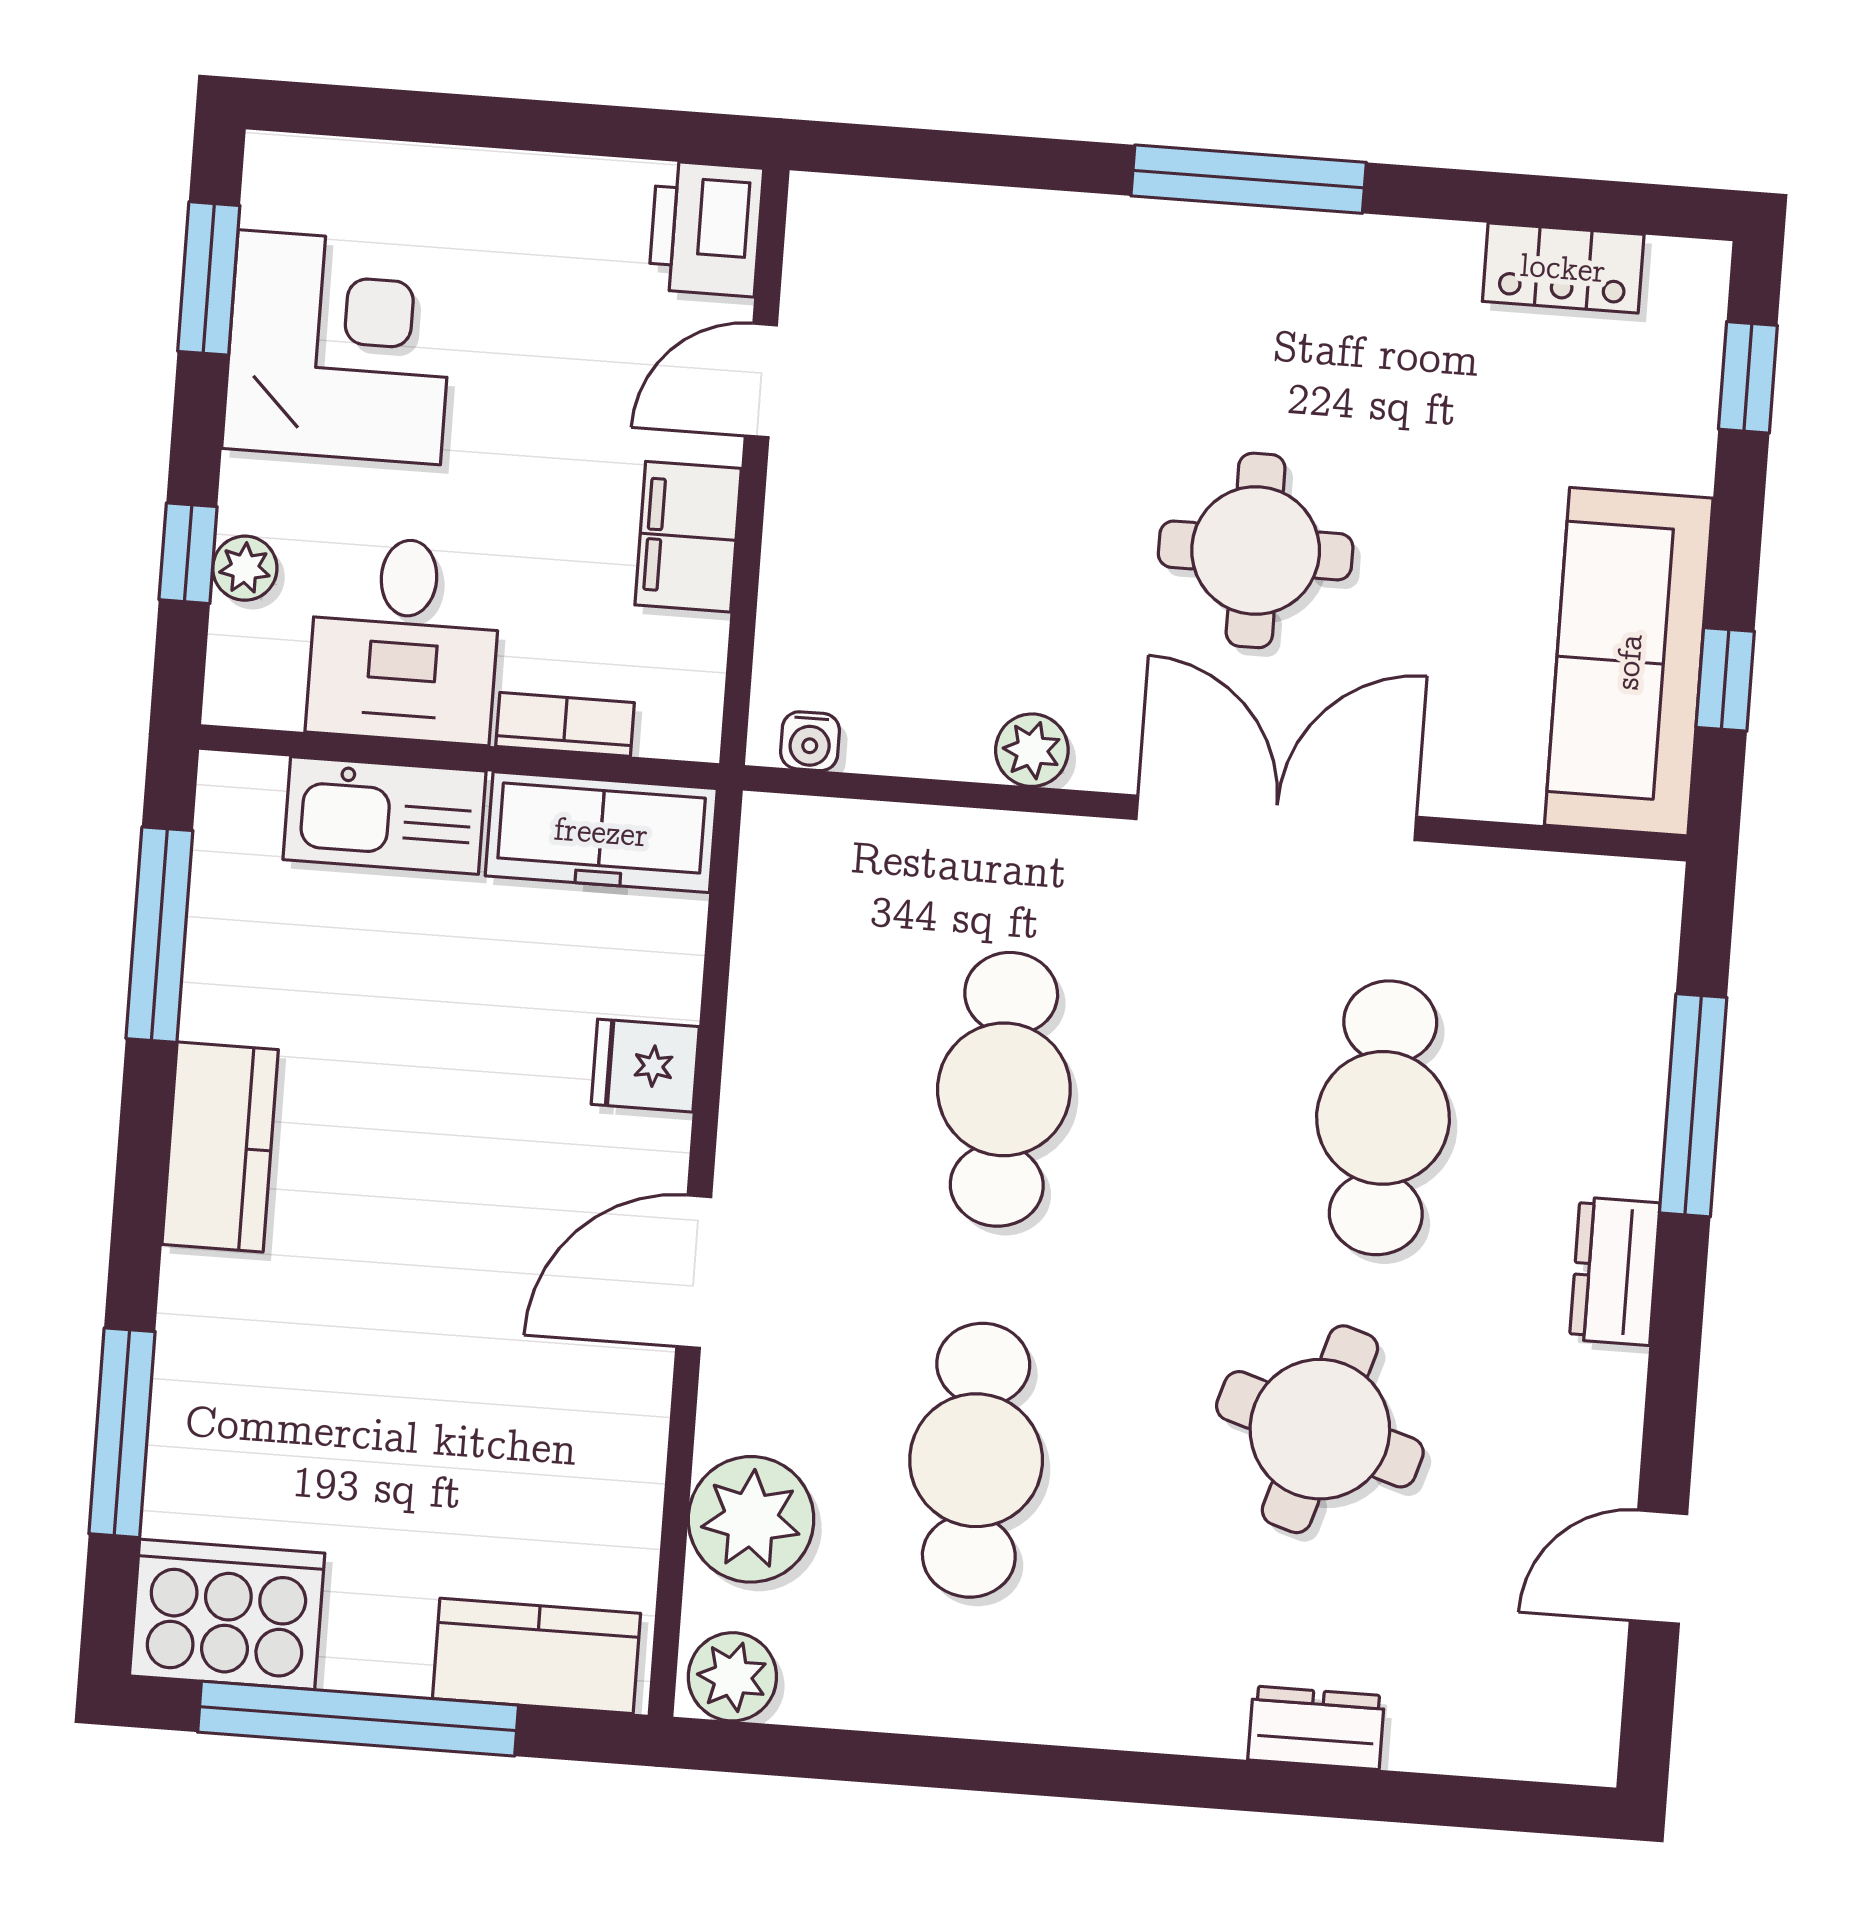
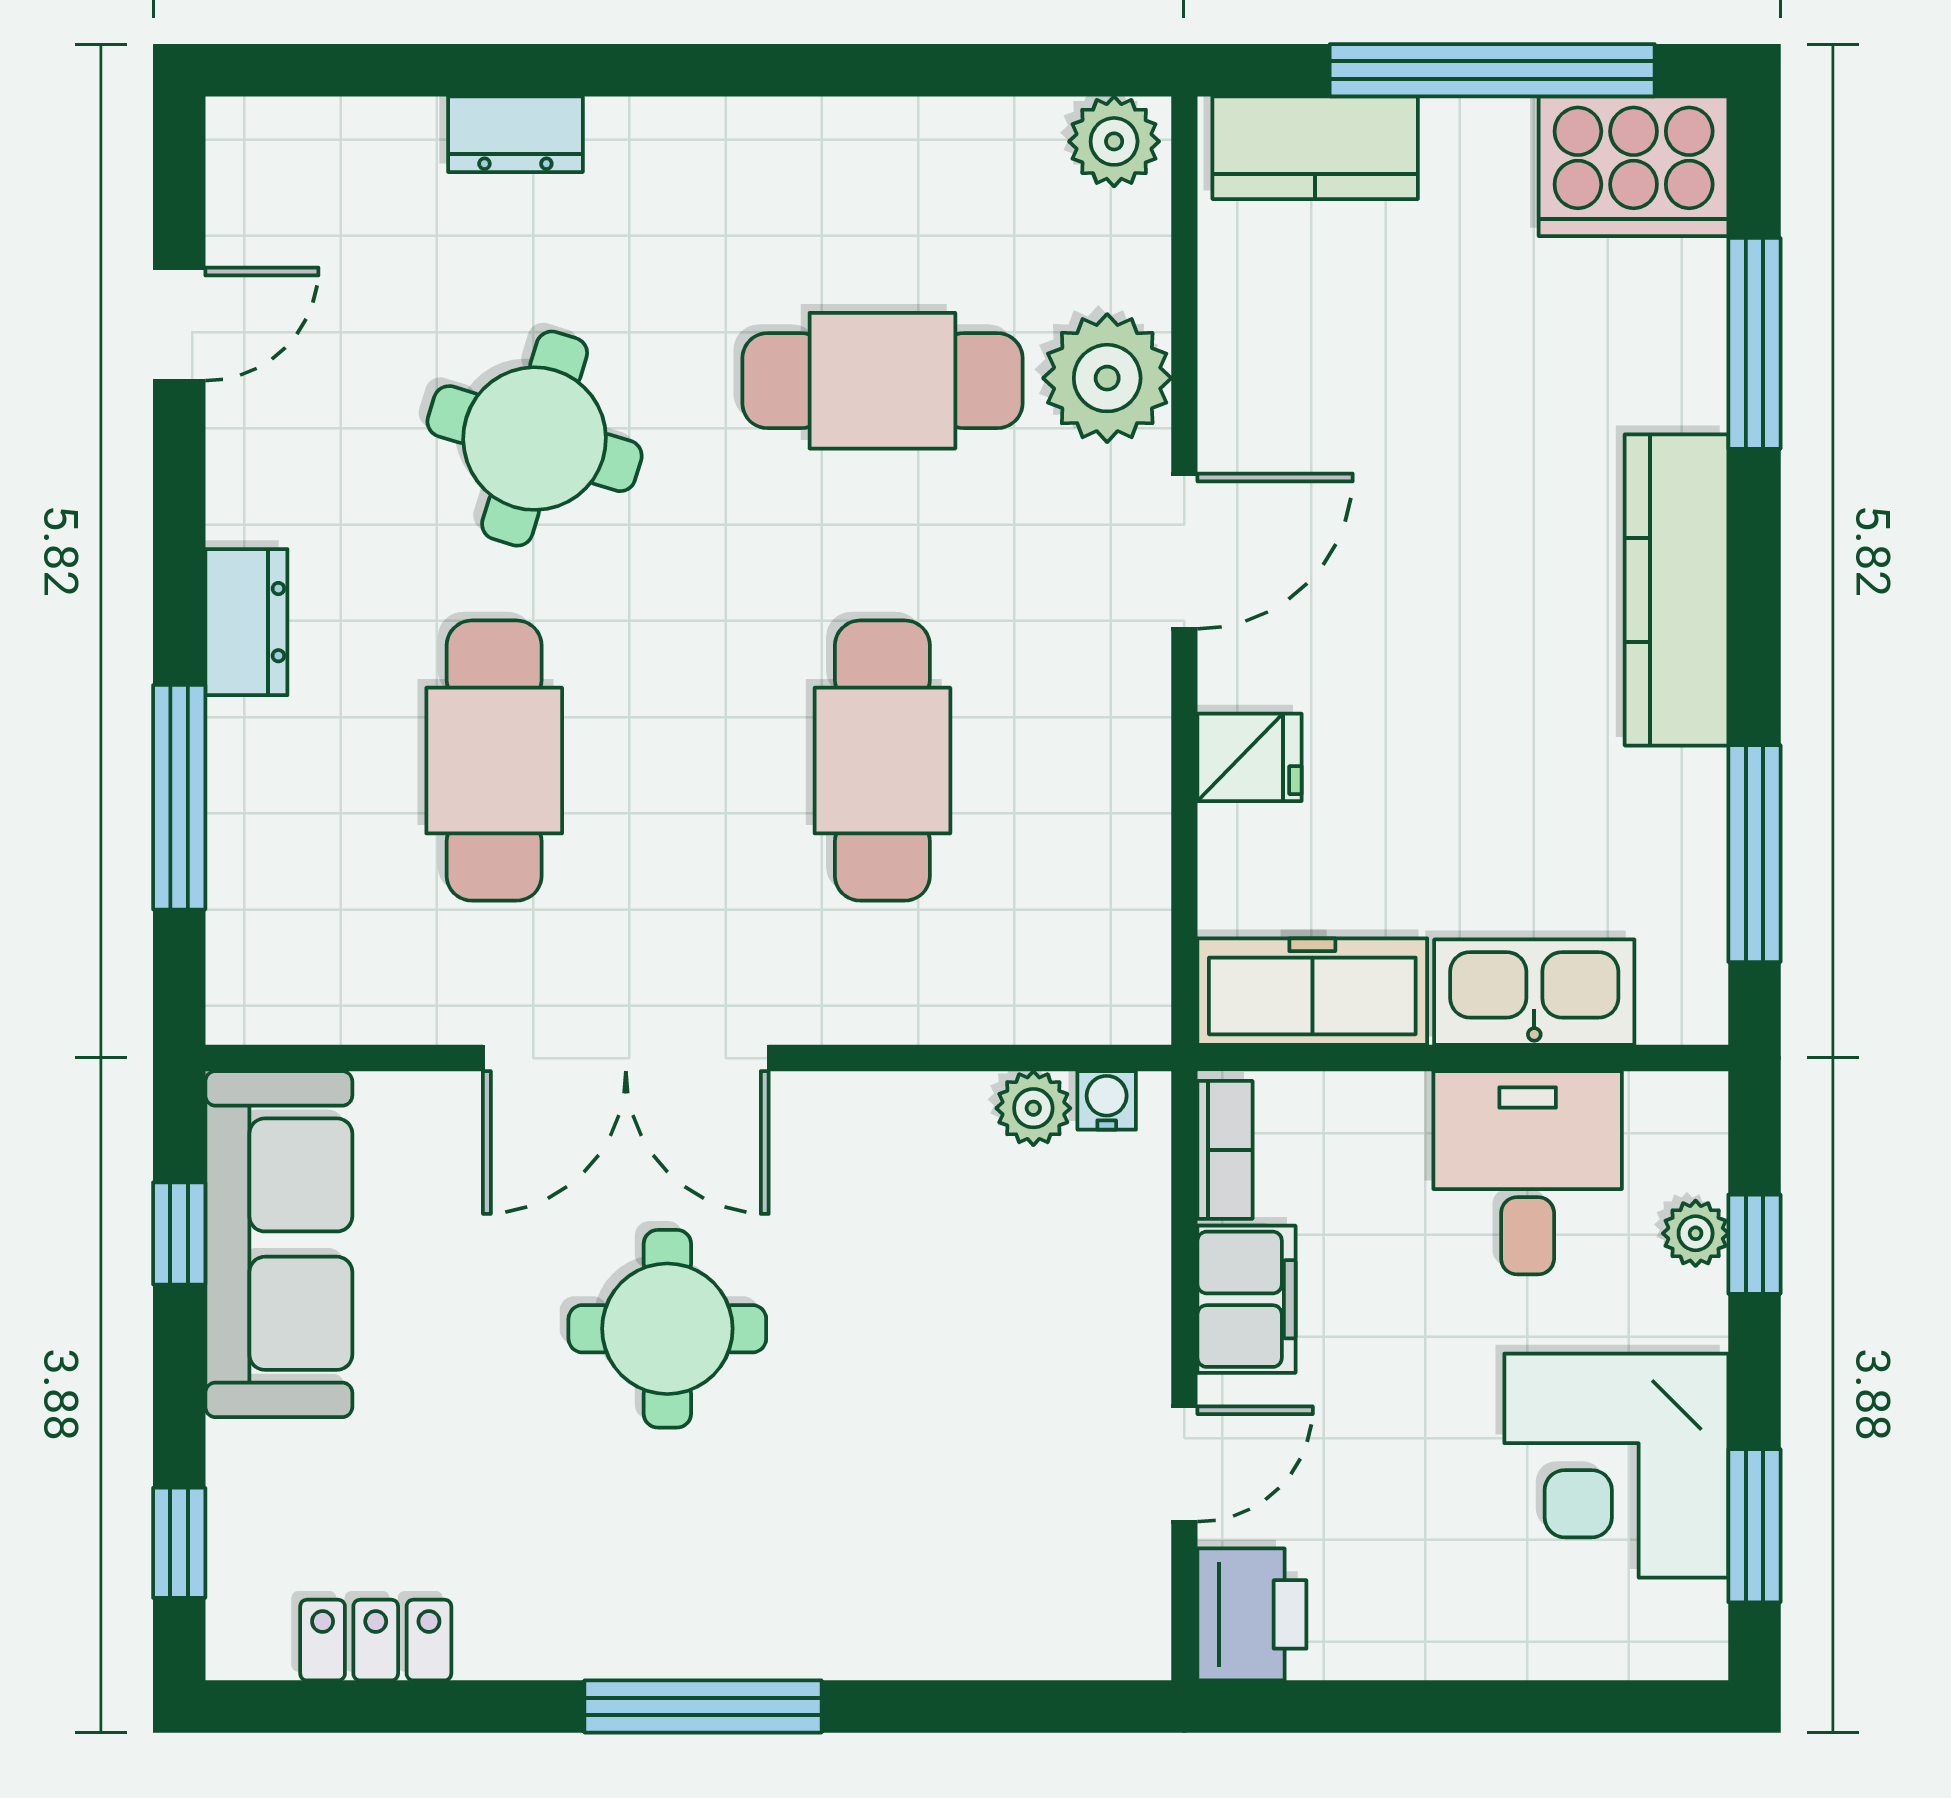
bookcase: (565, 724) -> (1225, 1150), moved, turned -90
plant: (1032, 750) -> (1033, 1108), moved
kitchen counter: (220, 1147) -> (1677, 590), width x1.50
cafe table: (976, 1460) -> (882, 381), turned 90
plant: (751, 1519) -> (1107, 378), moved

